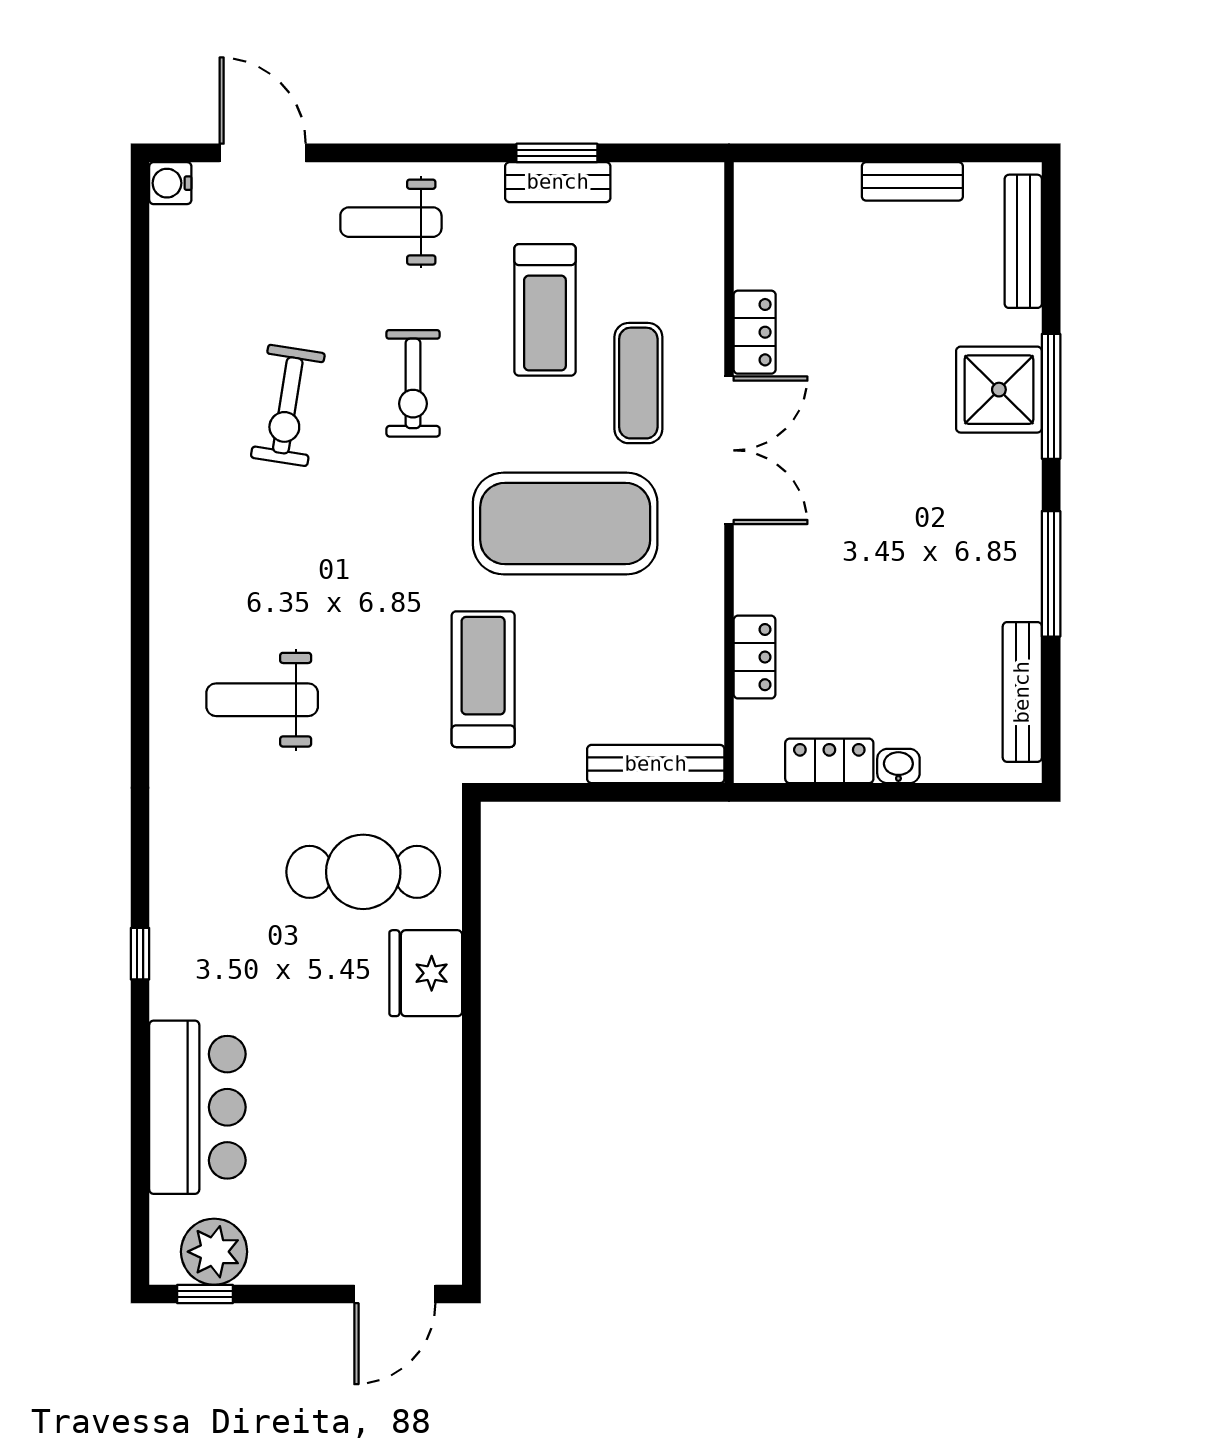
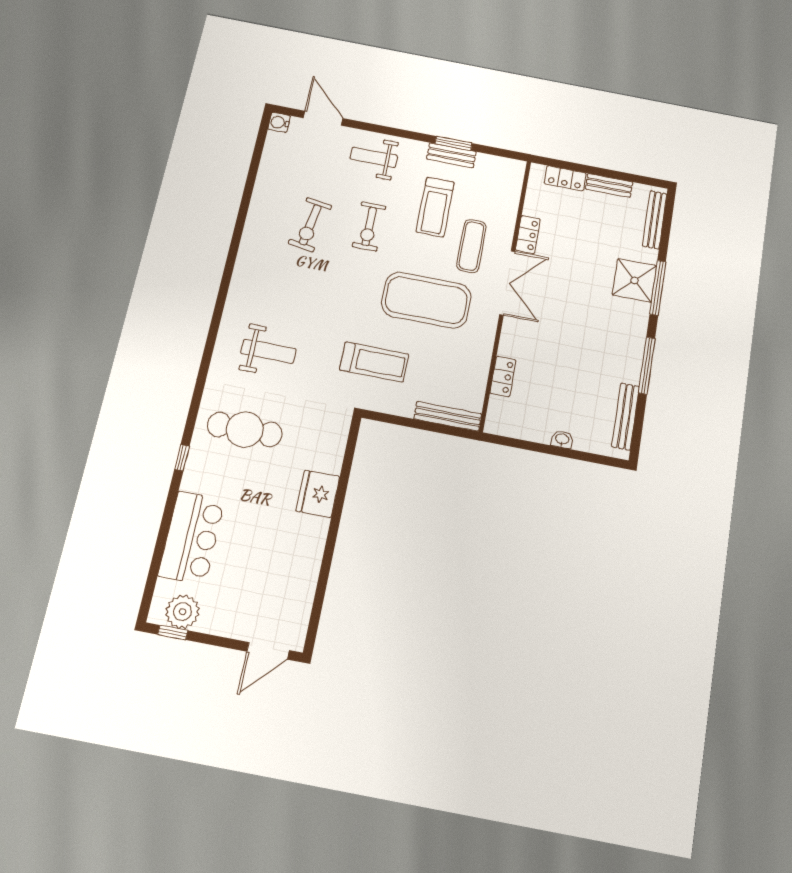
treadmill: (483, 679) -> (374, 362), turned 90
weight bench: (262, 700) -> (268, 351), turned 180
locker: (829, 761) -> (565, 178), moved, turned 180
cafe table: (363, 872) -> (245, 429), moved

